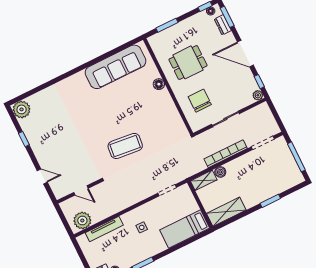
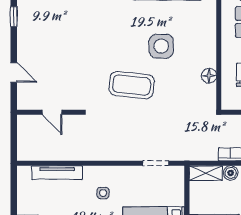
floor lamp: (159, 84) -> (209, 76), moved
side table: (132, 110) -> (161, 46), added
plant: (82, 220) -> (36, 149), removed

